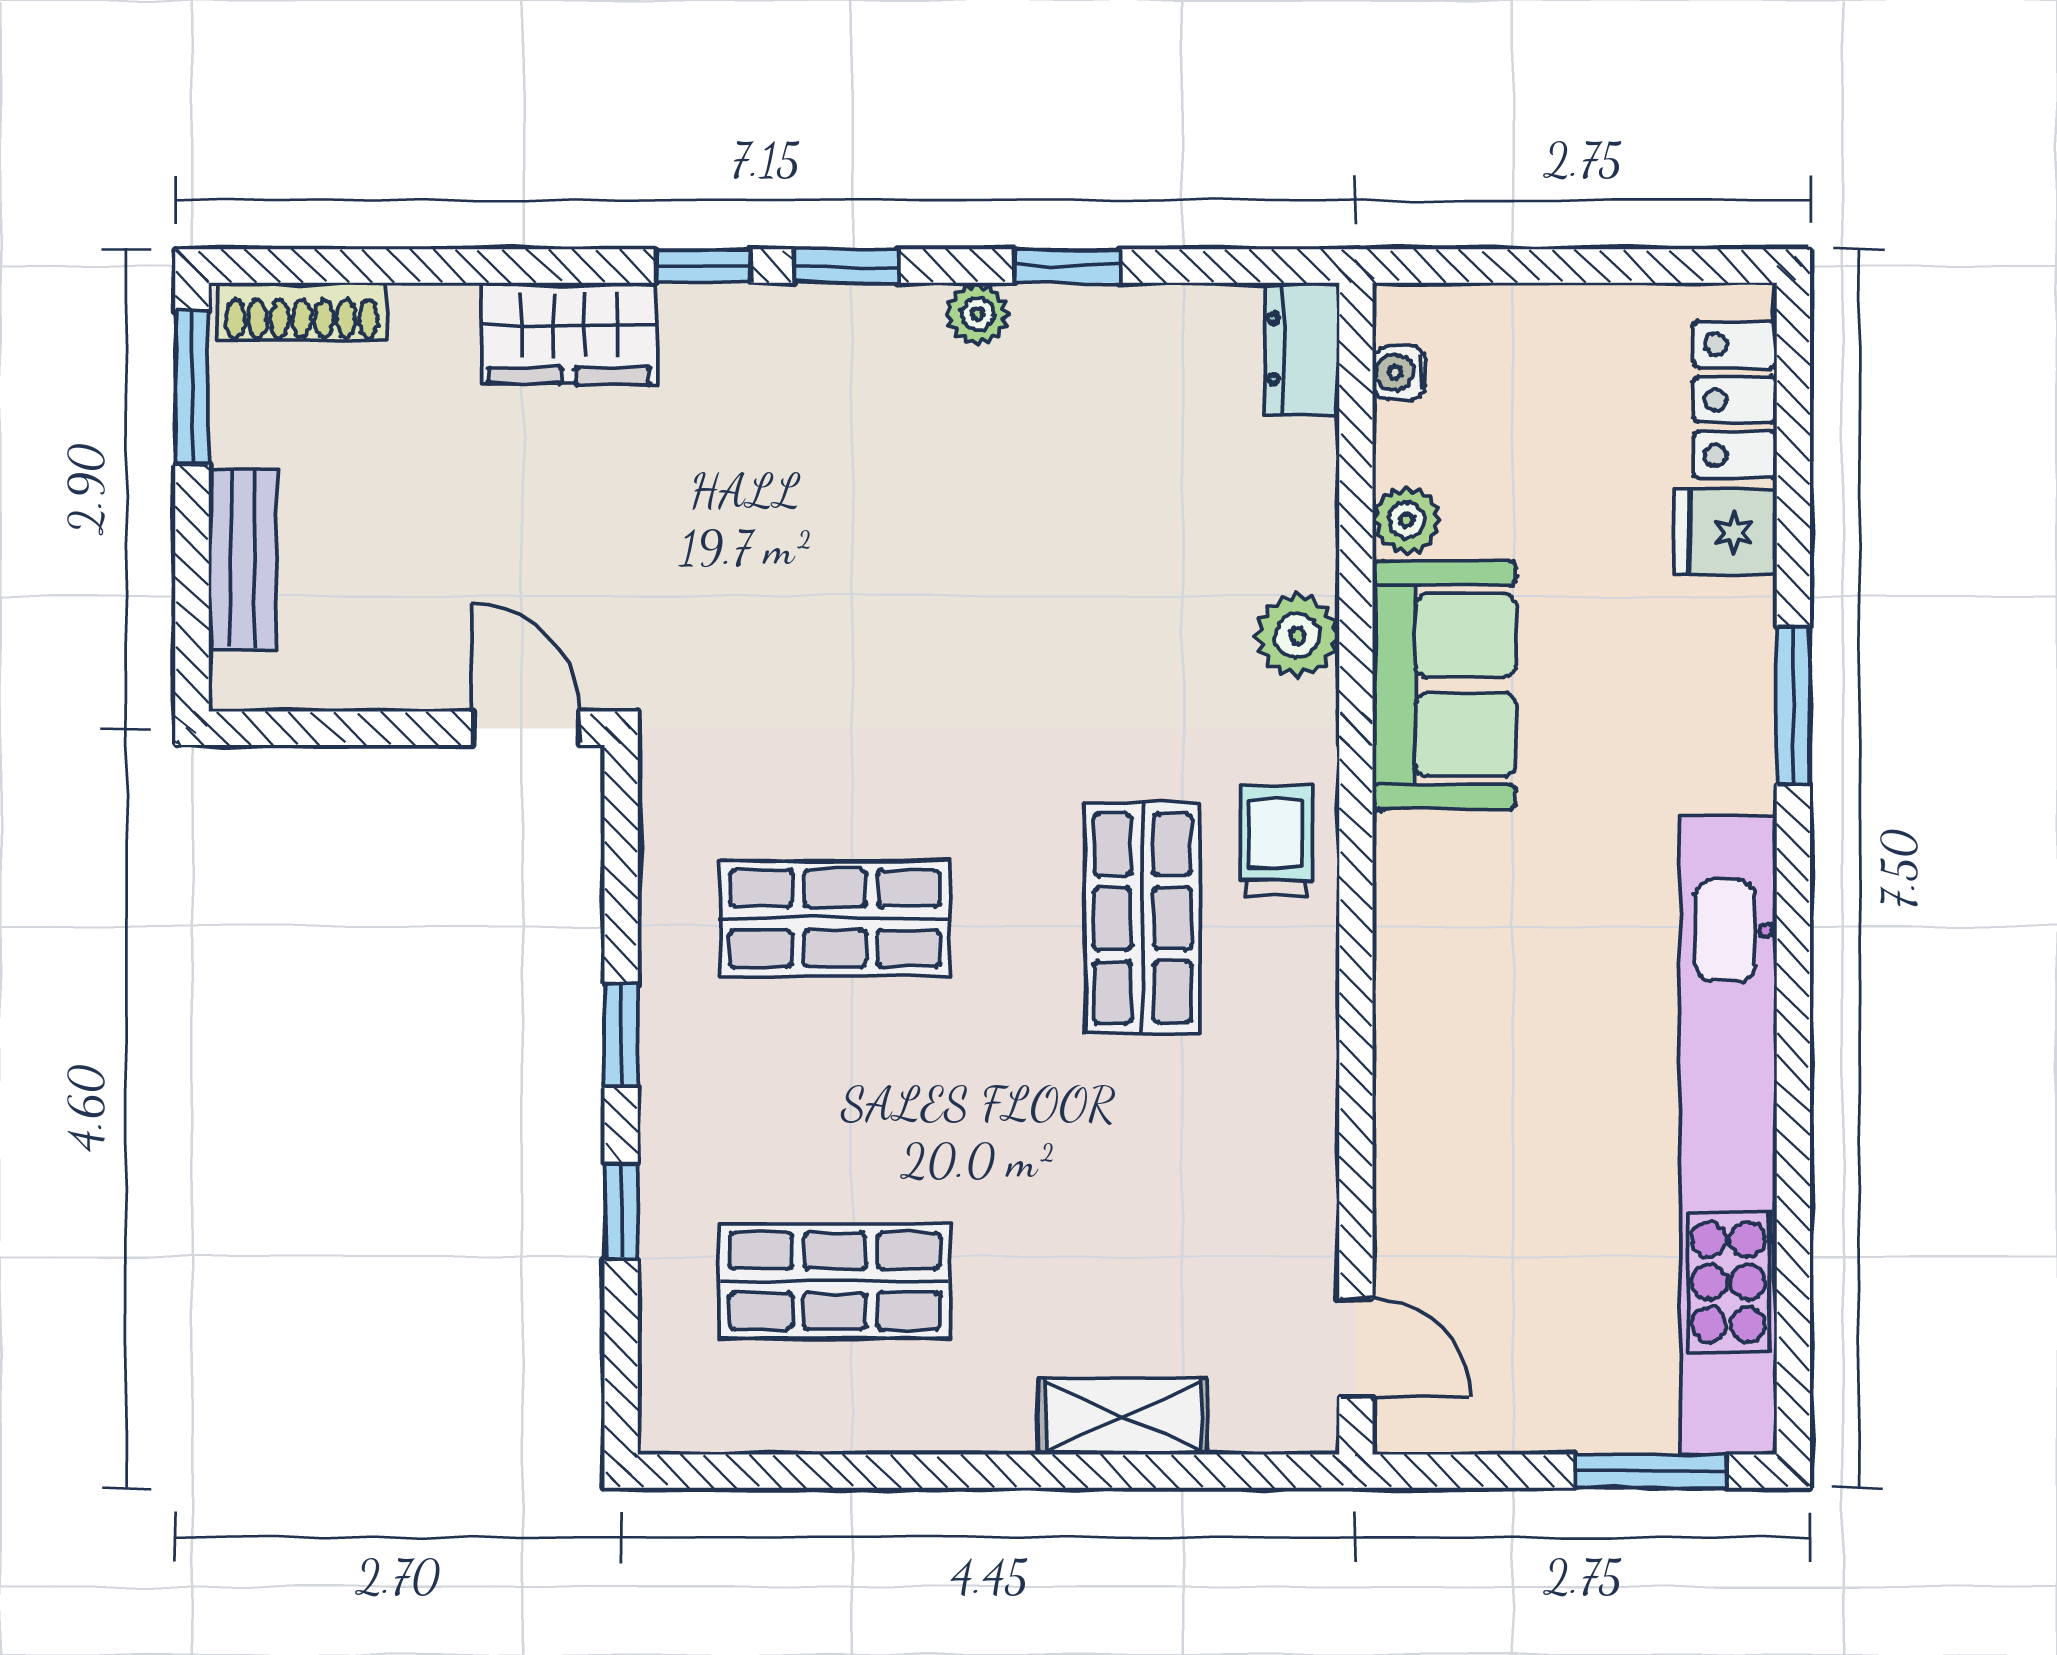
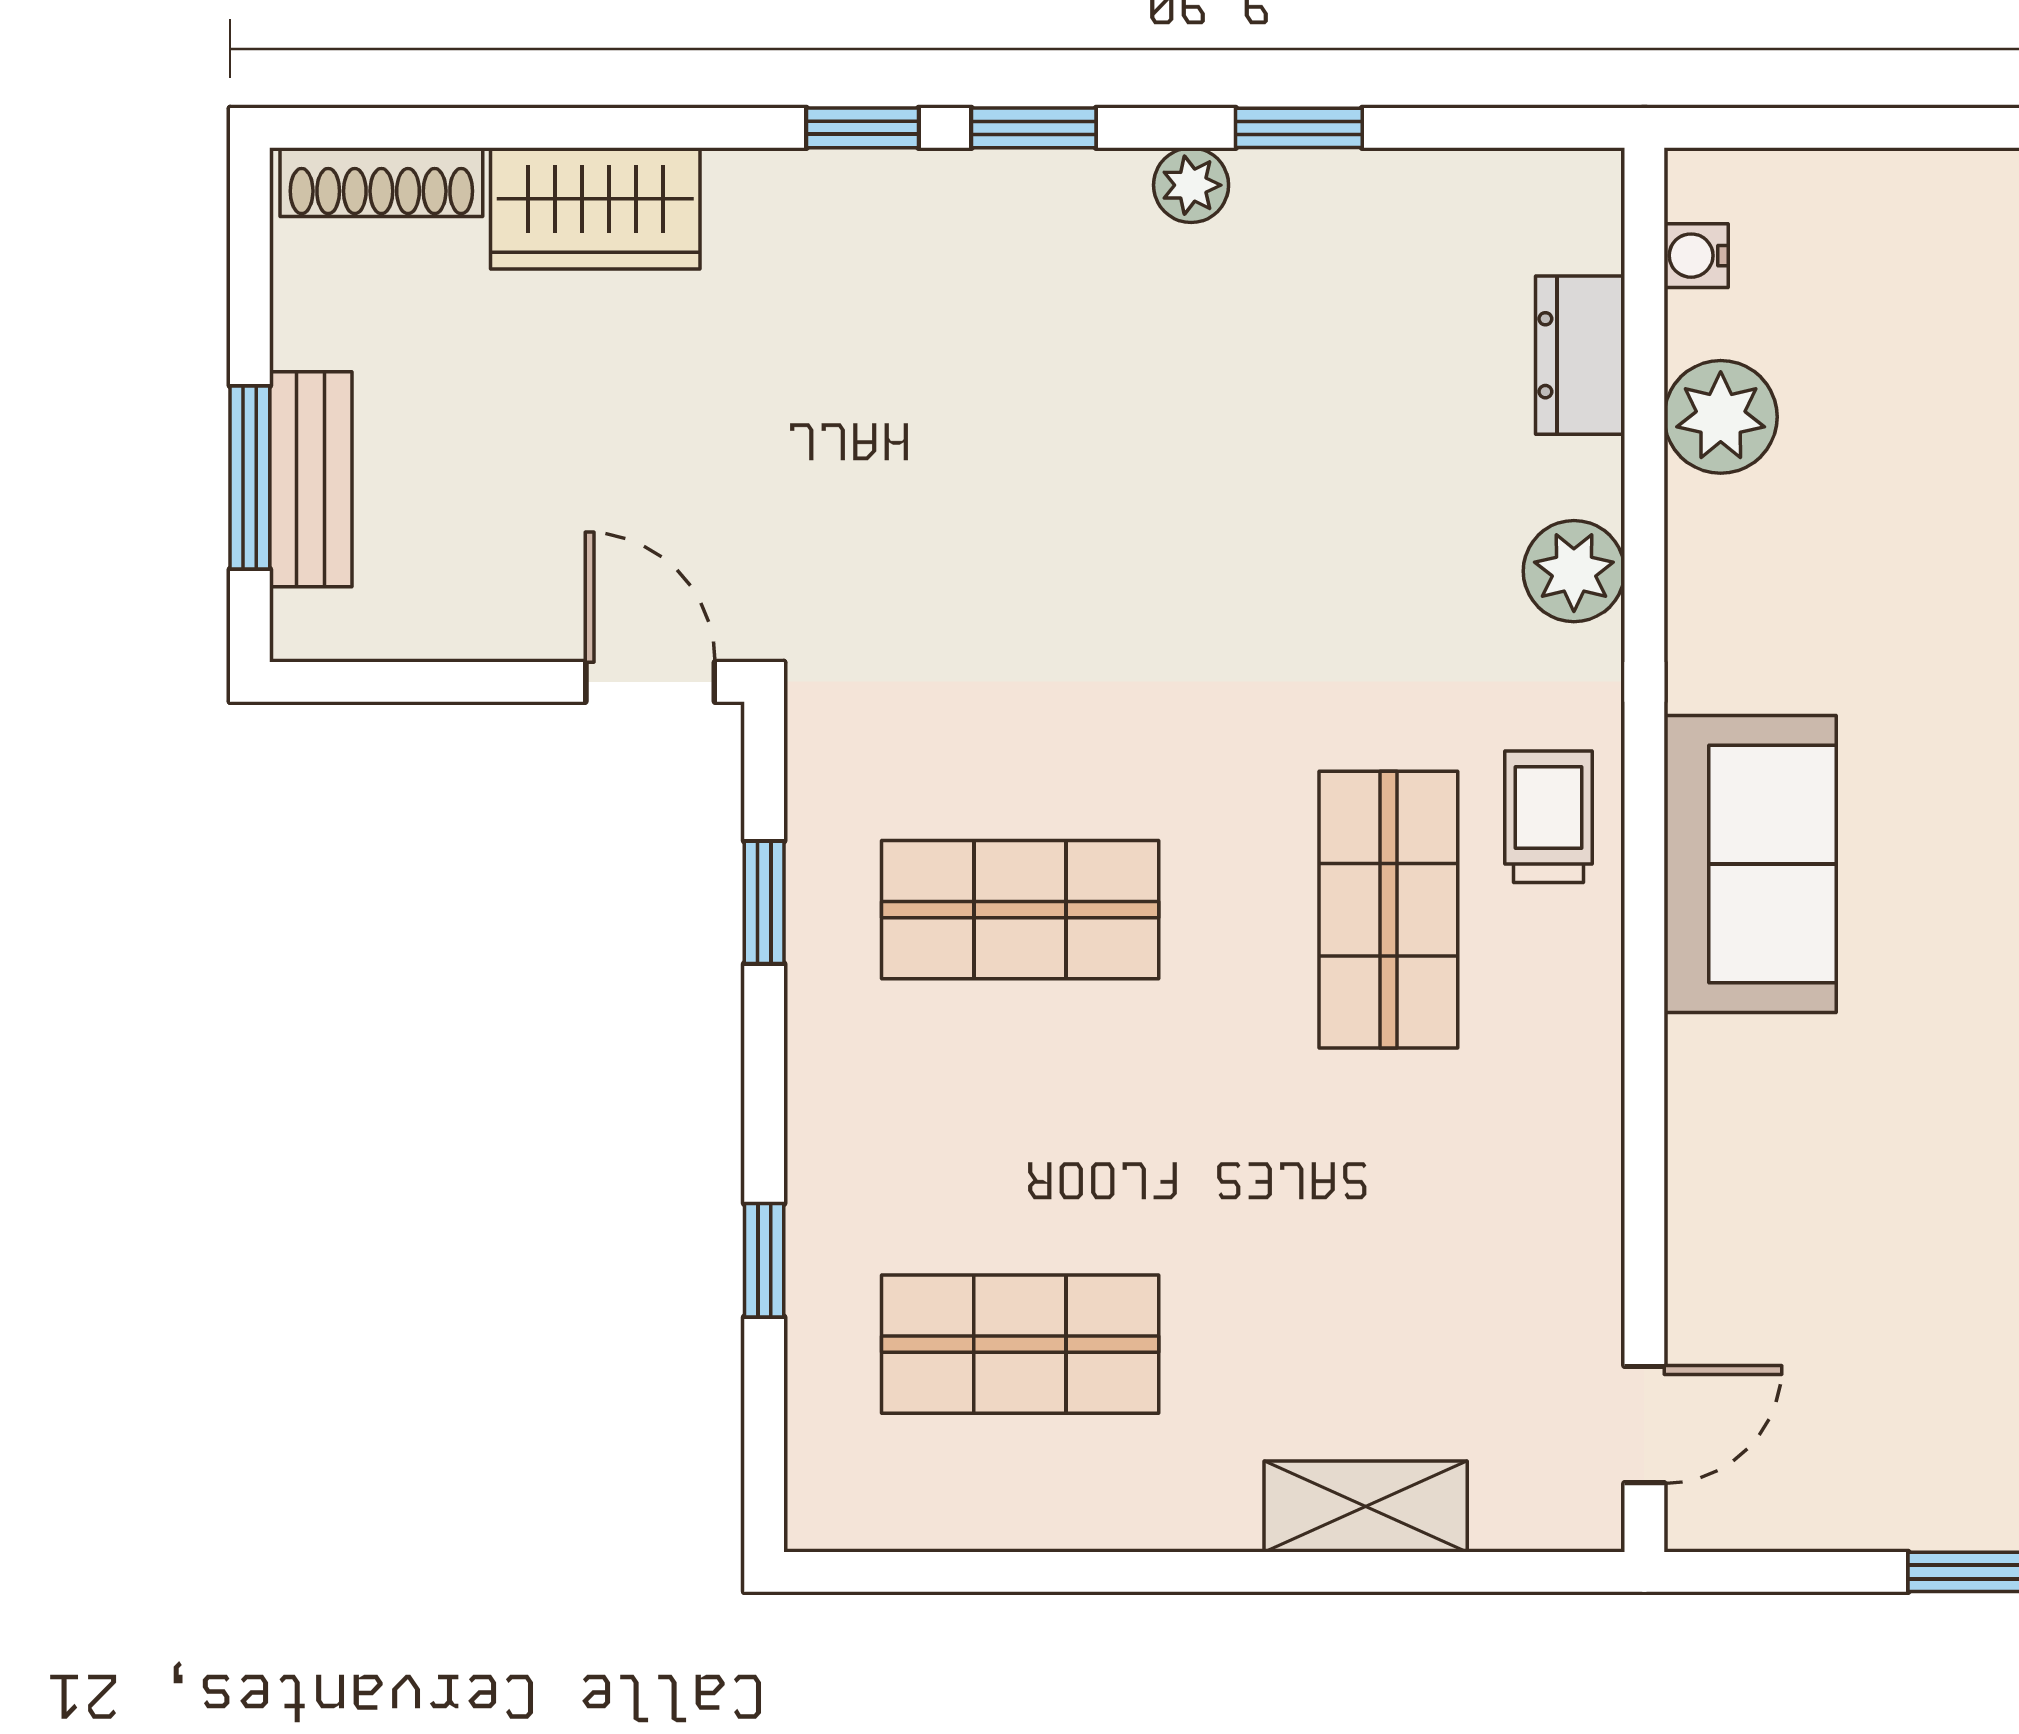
wardrobe: (569, 333) -> (595, 208), moved
dresser: (1302, 349) -> (1580, 355), moved
window: (192, 388) -> (250, 478), moved
plant: (1407, 520) -> (1721, 417), width x1.38, depth x1.38
sofa: (1444, 685) -> (1750, 864), moved
window: (621, 1036) -> (764, 902), moved
door: (1356, 1348) -> (1644, 1424), hinge flipped

